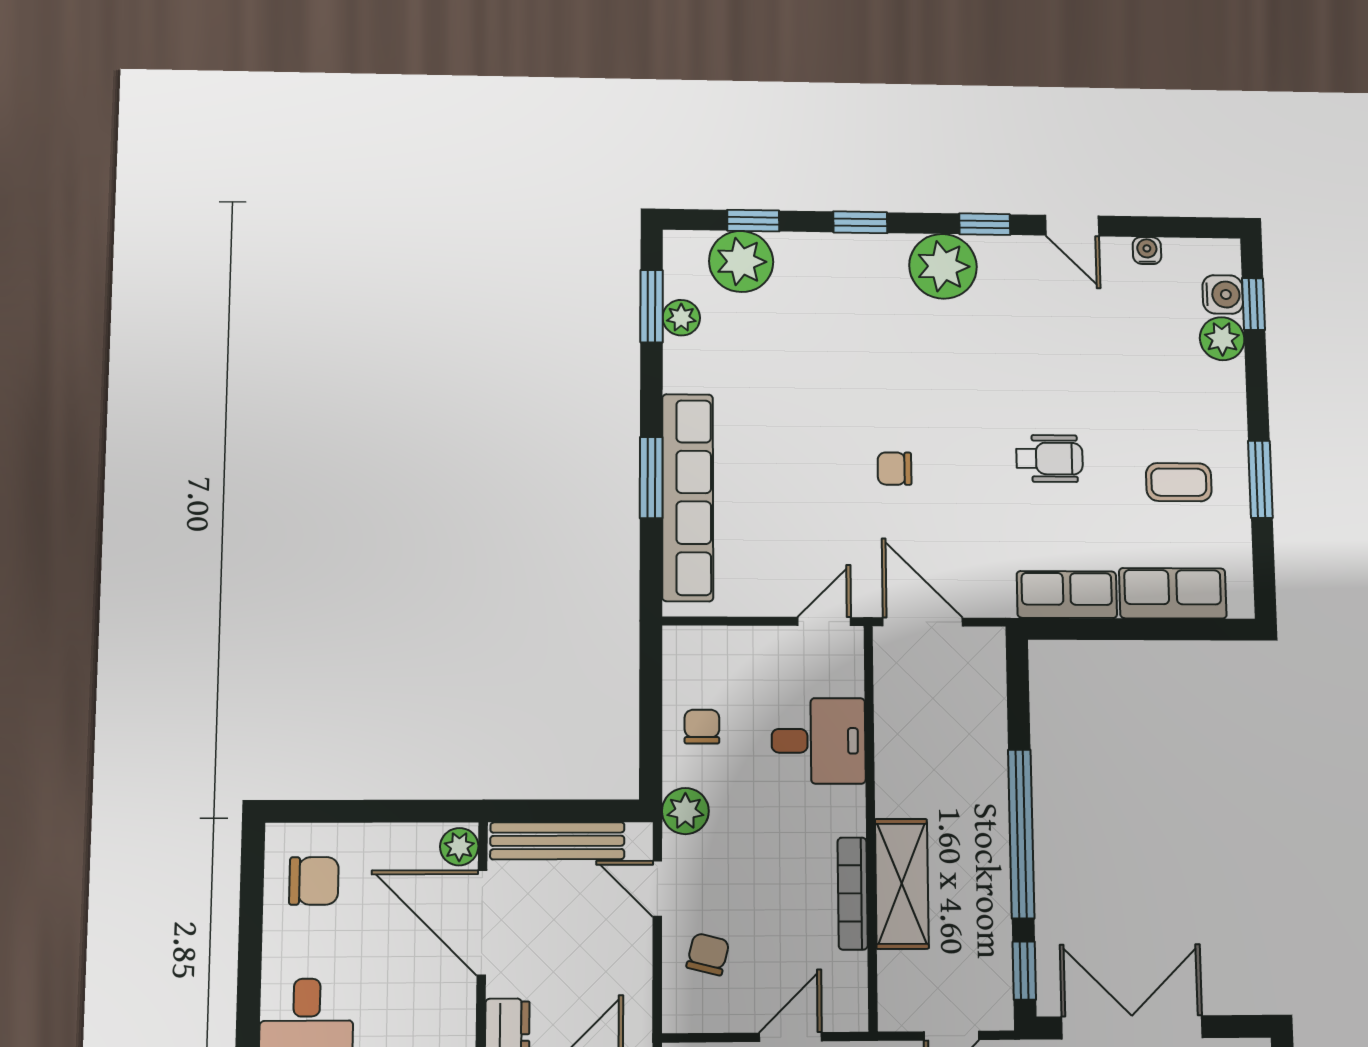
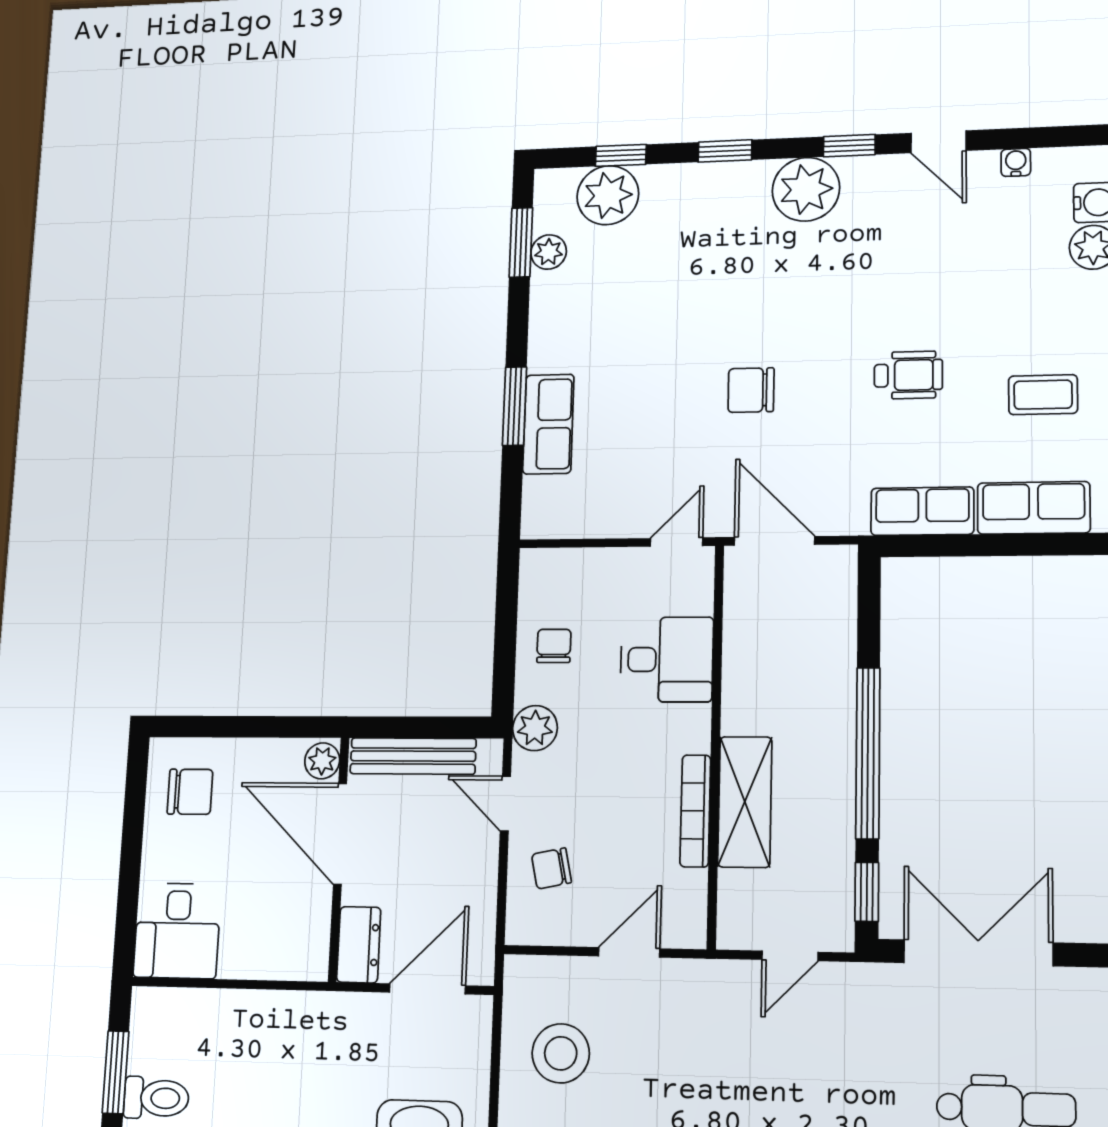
chair: (895, 469) -> (751, 390), width x1.37, depth x1.37
row of seats: (688, 497) -> (548, 424), width x0.50
chair: (708, 954) -> (552, 868), turned -116

